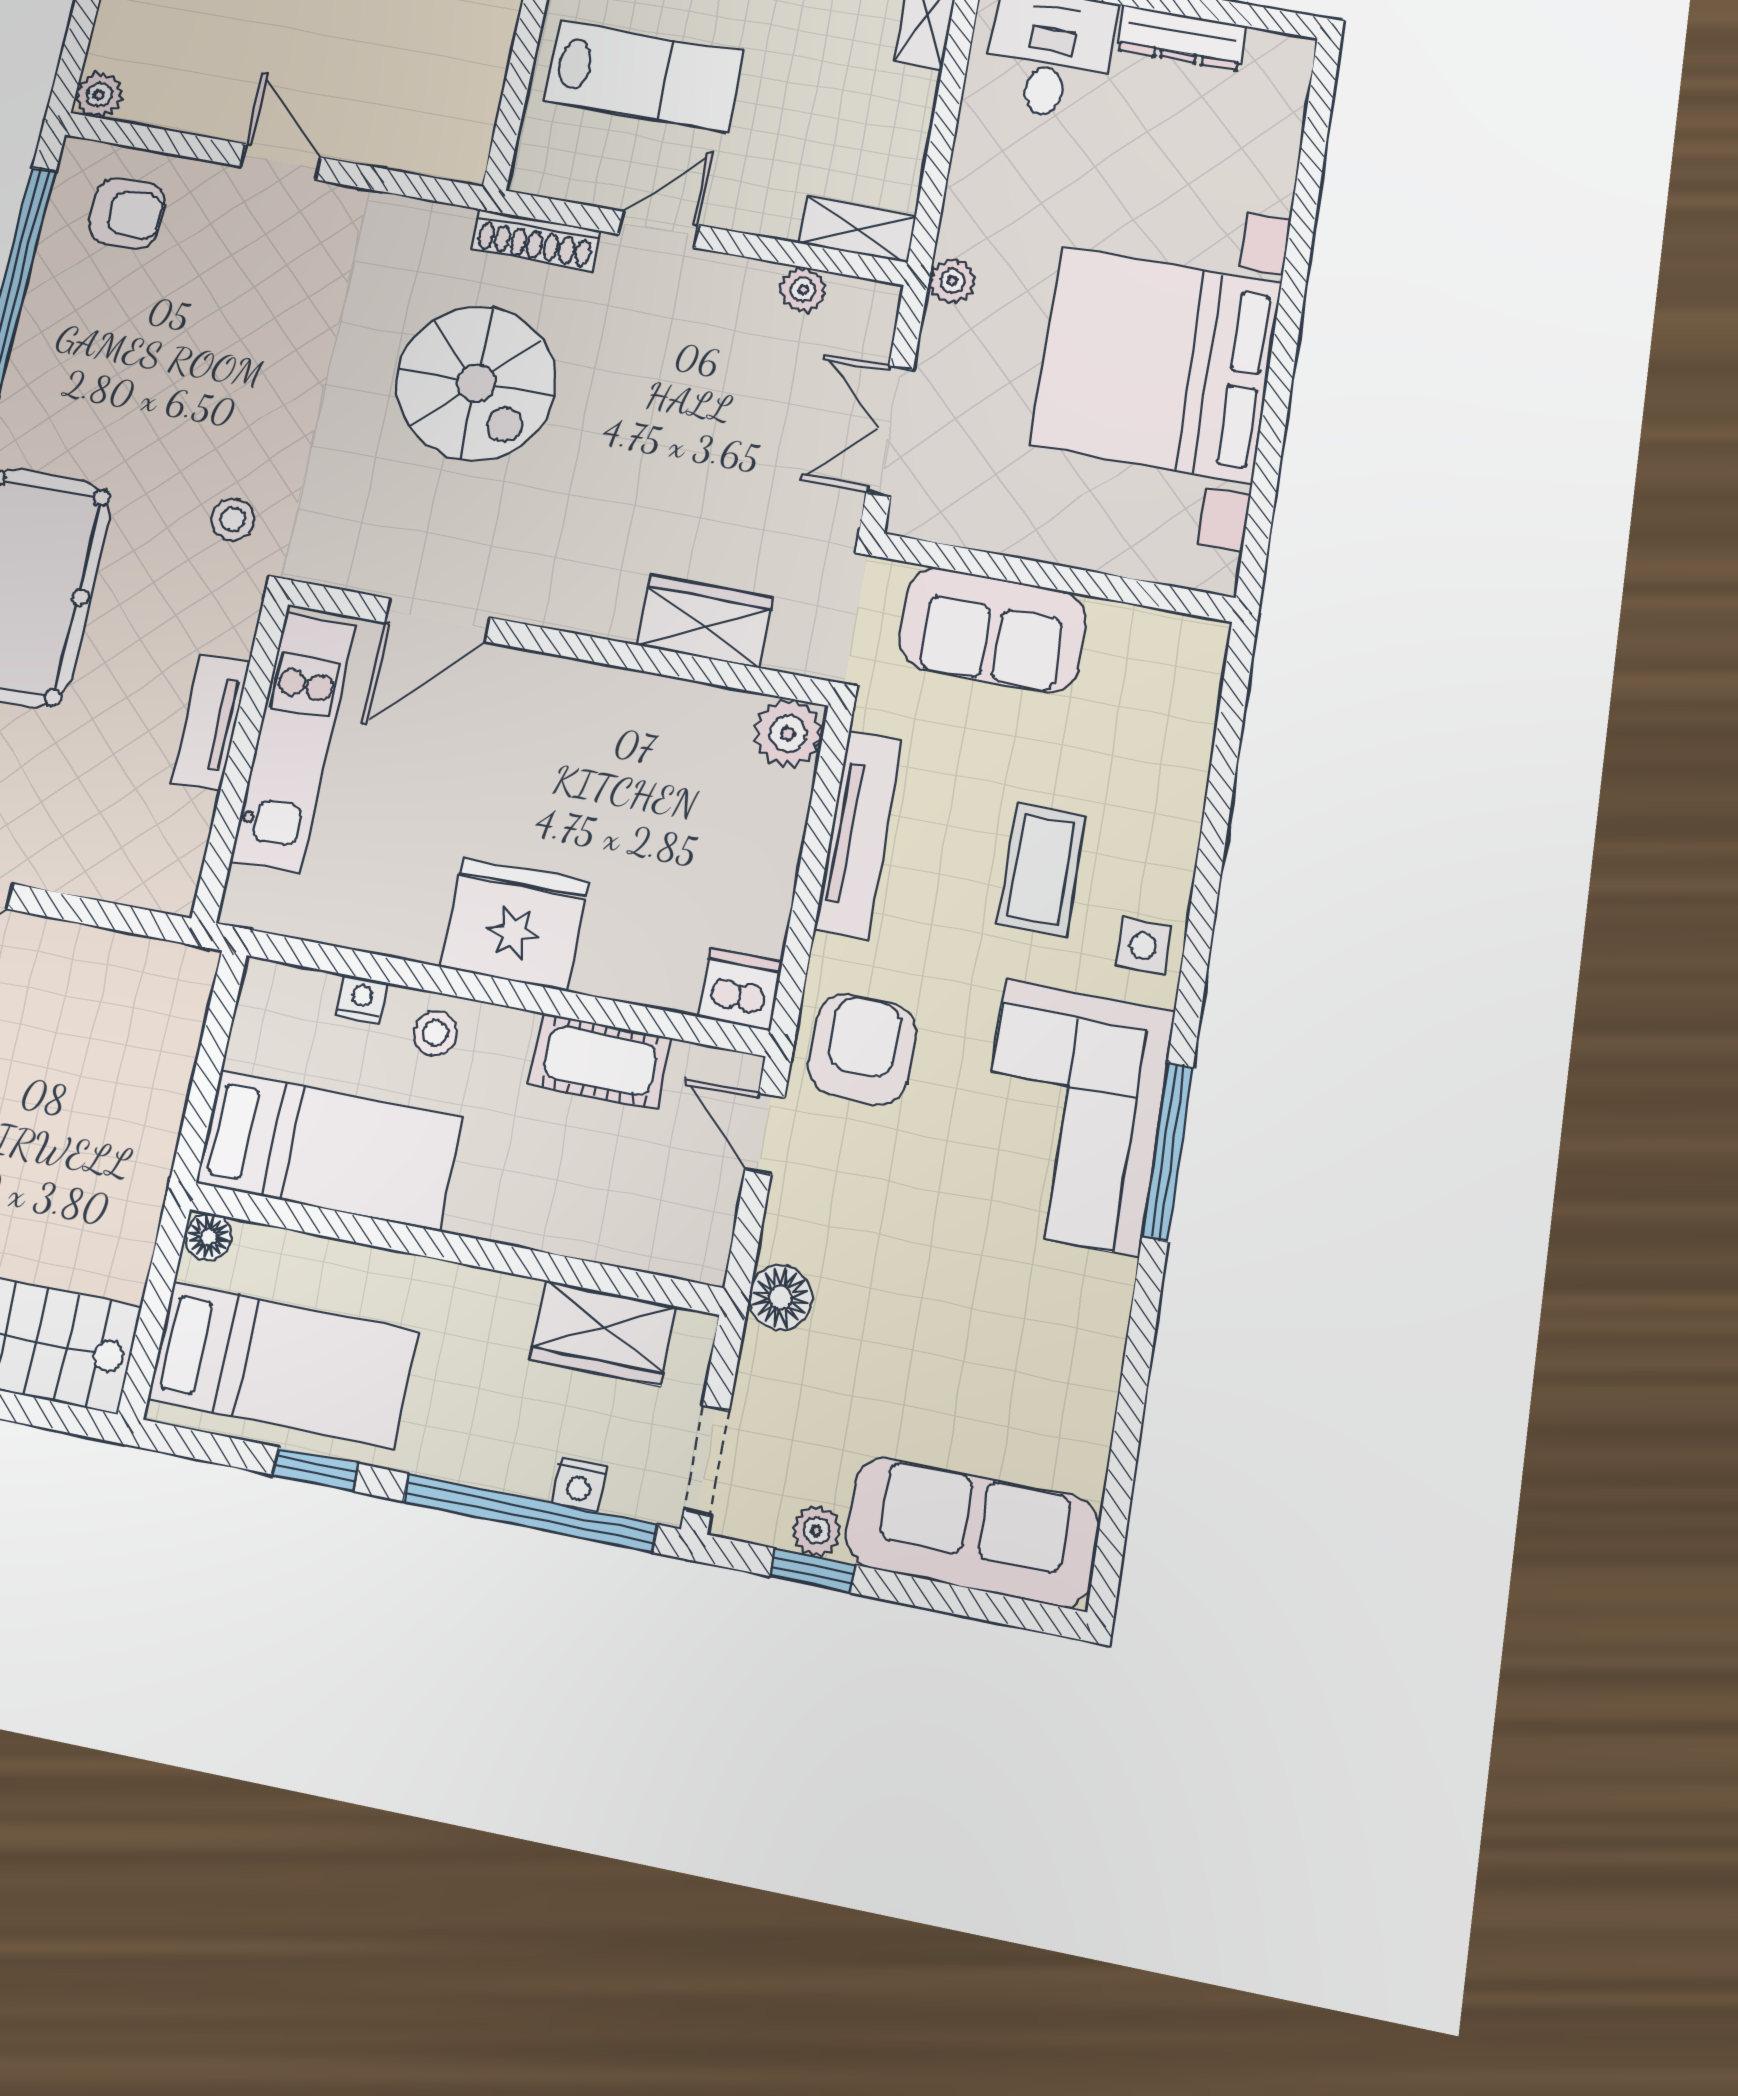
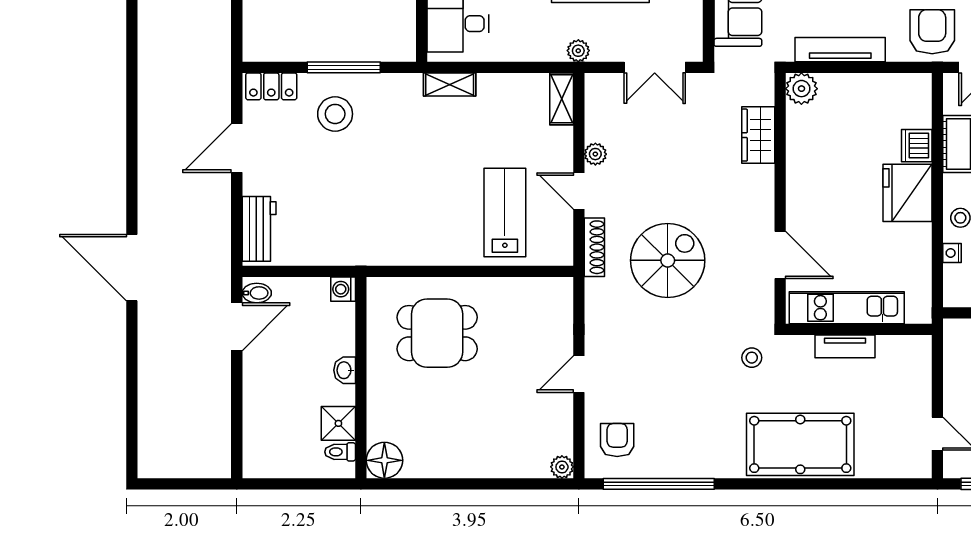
plant: (803, 290) -> (595, 154), moved
dishwasher: (740, 989) -> (917, 146), moved
armchair: (862, 1049) -> (932, 32), turned 89

